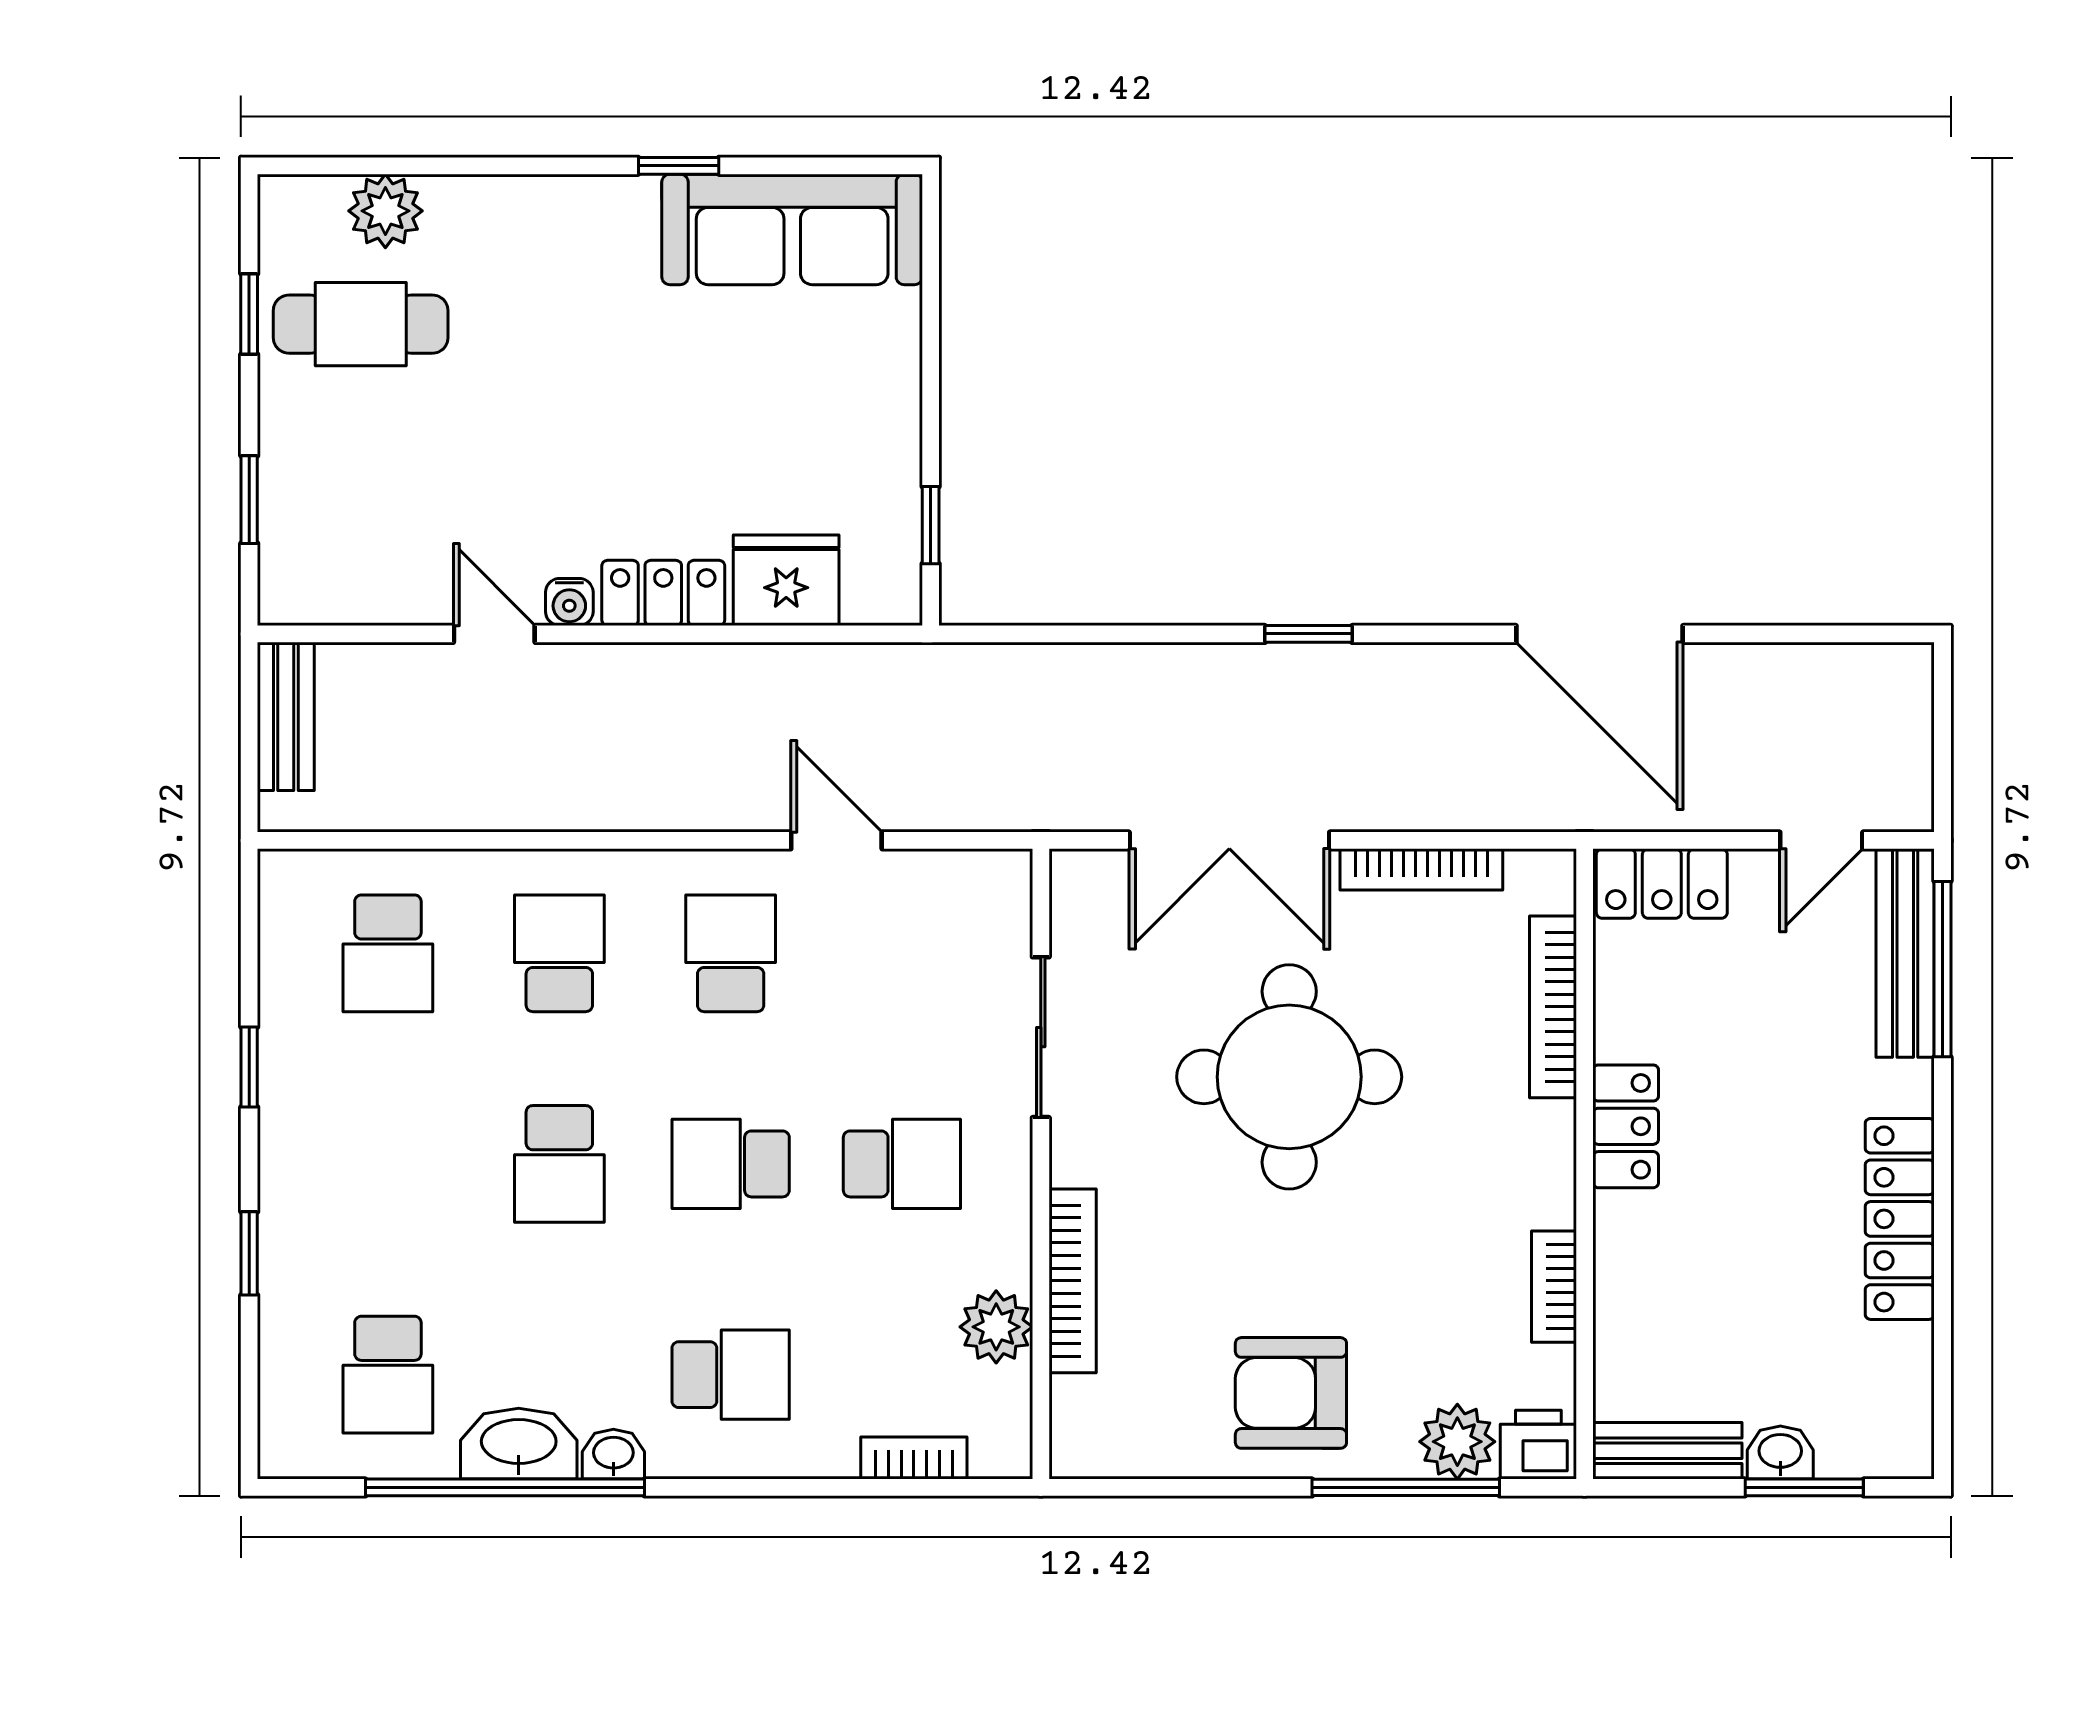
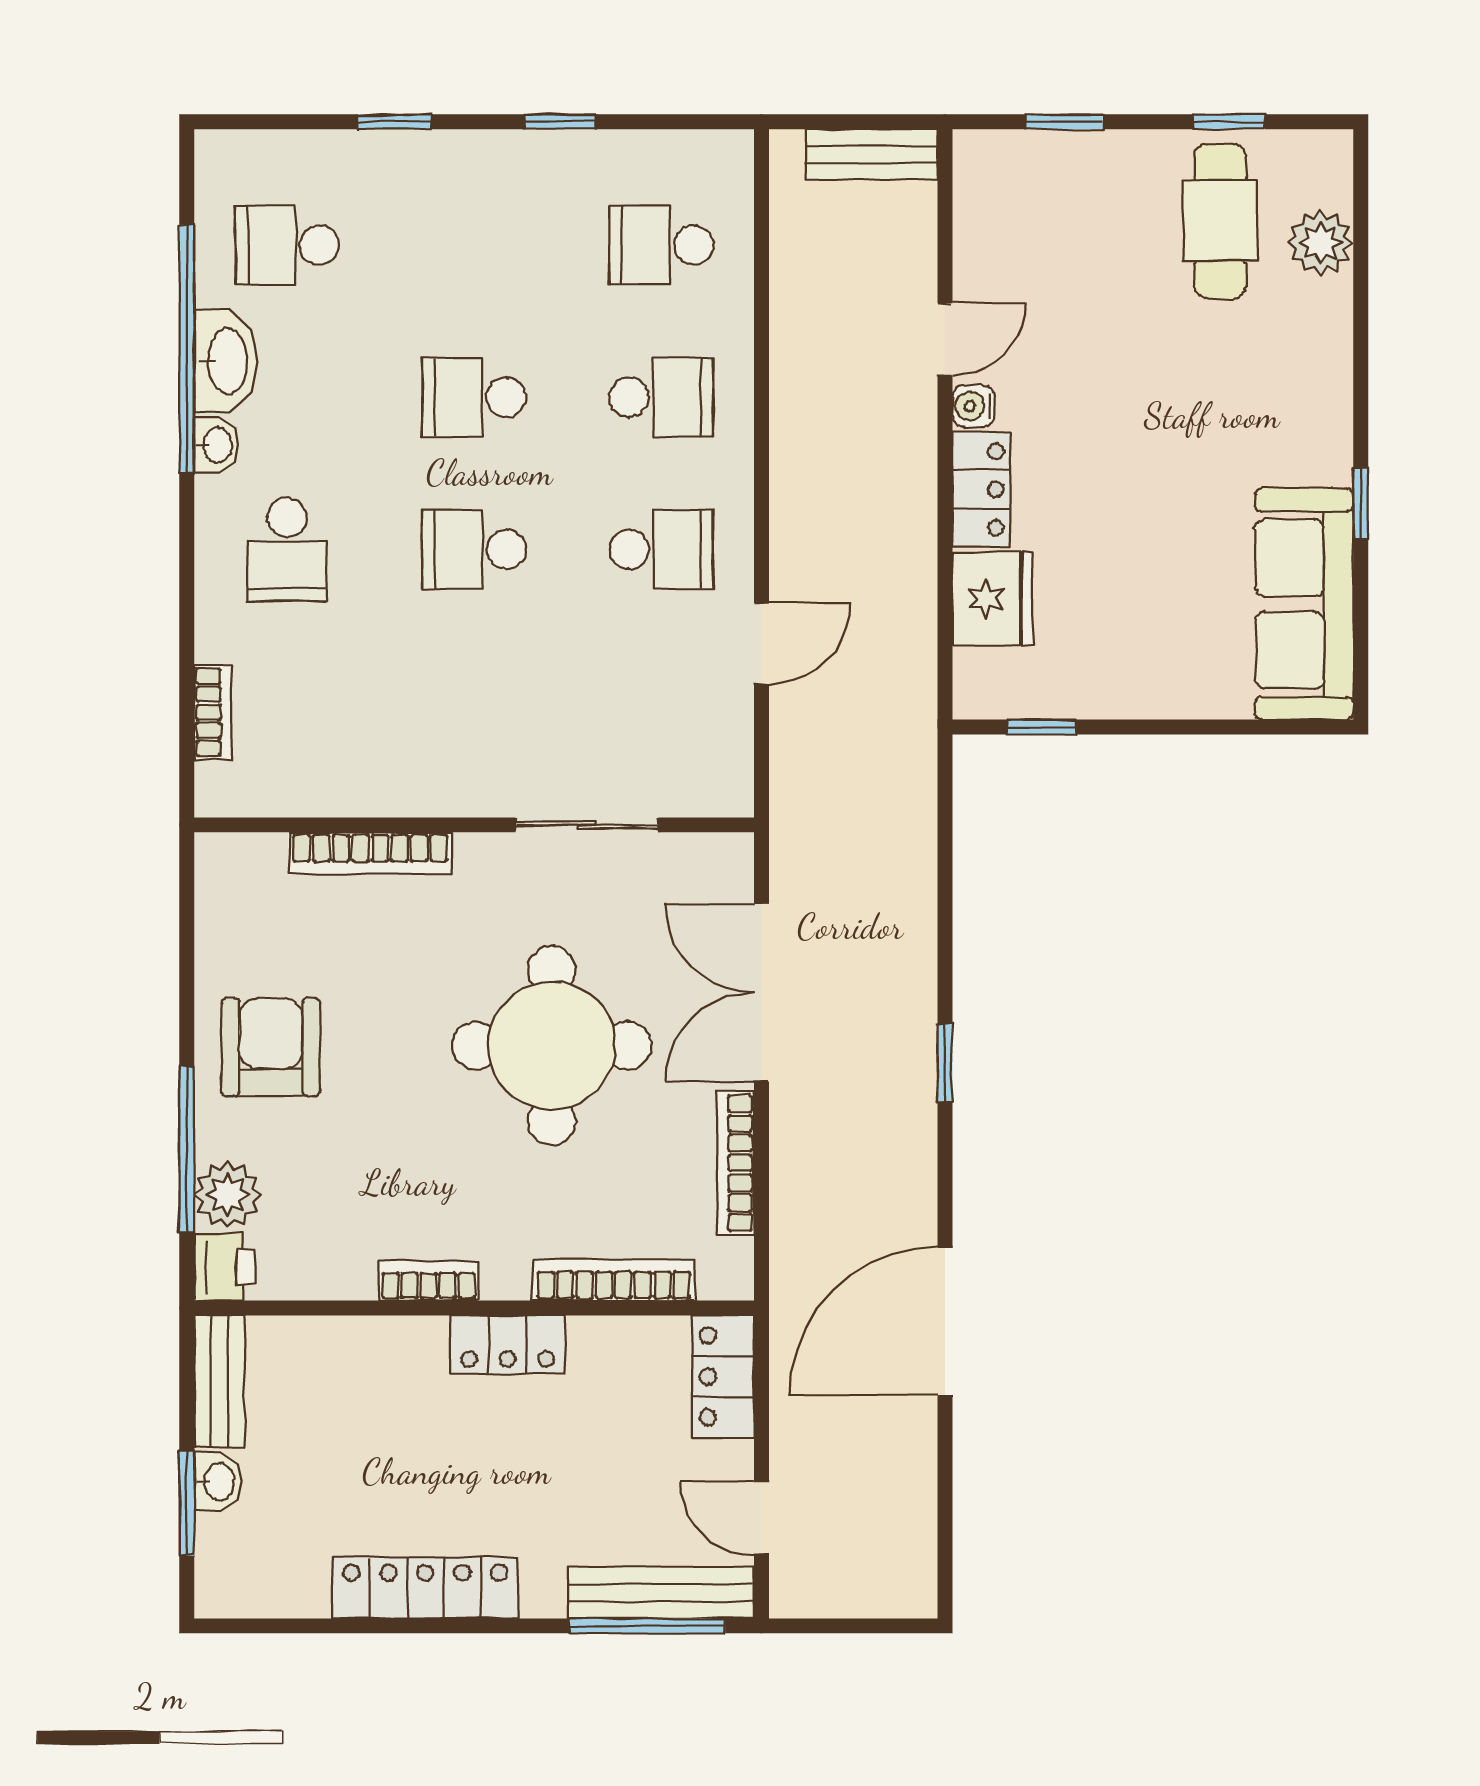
school desk: (731, 1164) -> (474, 549), turned -90
school desk: (902, 1164) -> (474, 702), removed
bookcase: (1554, 1287) -> (429, 1281), moved
plant: (996, 1327) -> (329, 785), removed

